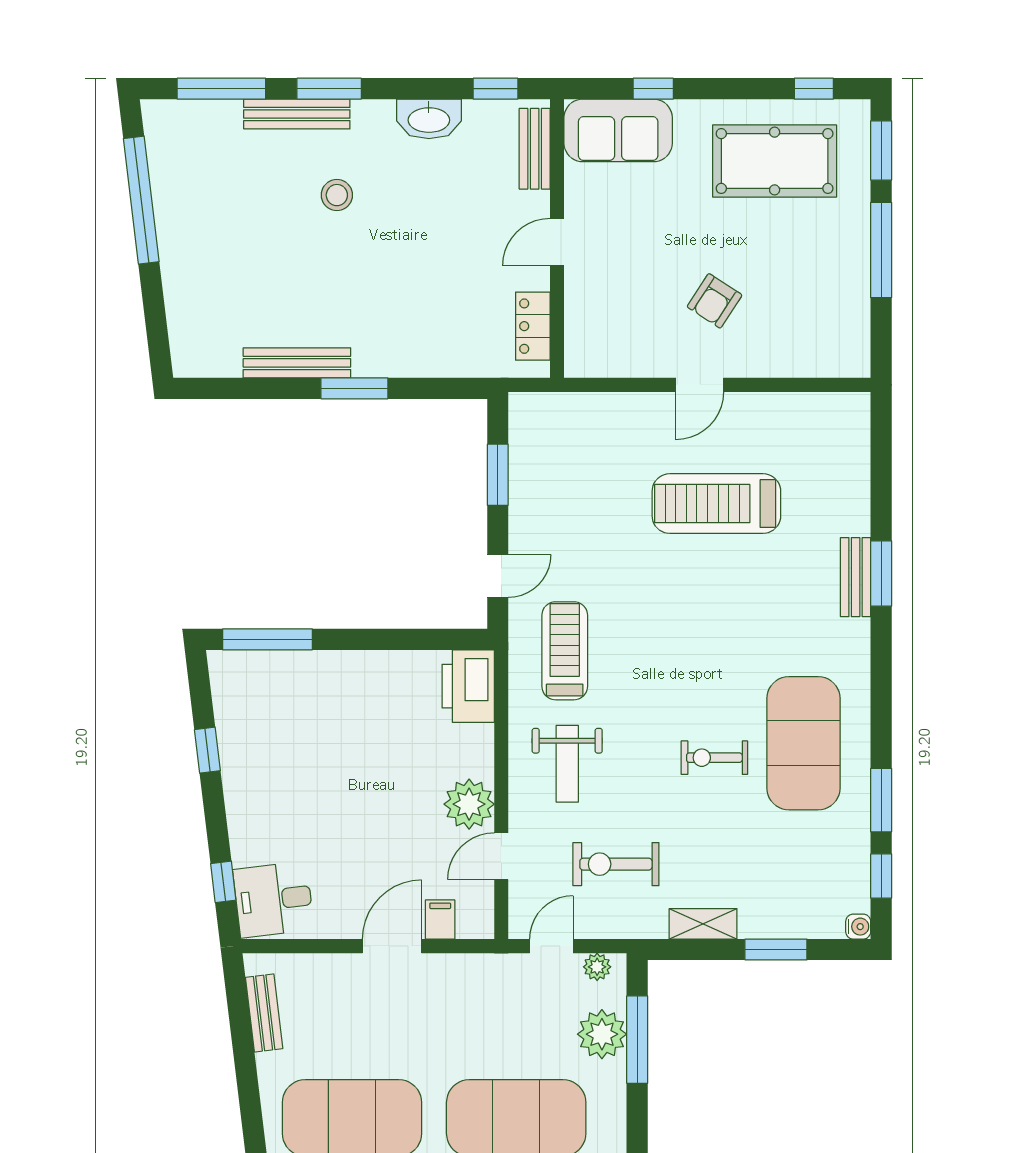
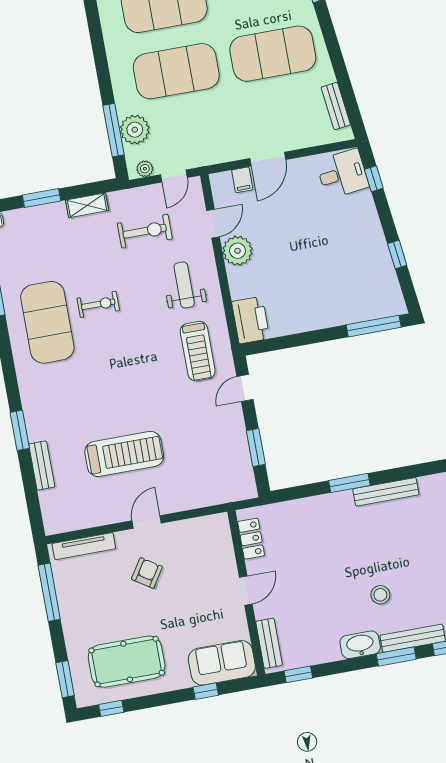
washbasin: (429, 119) -> (360, 645), moved
window: (881, 250) -> (49, 592), moved
tv unit: (810, 364) -> (84, 546), added
bench: (856, 577) -> (42, 465), moved

